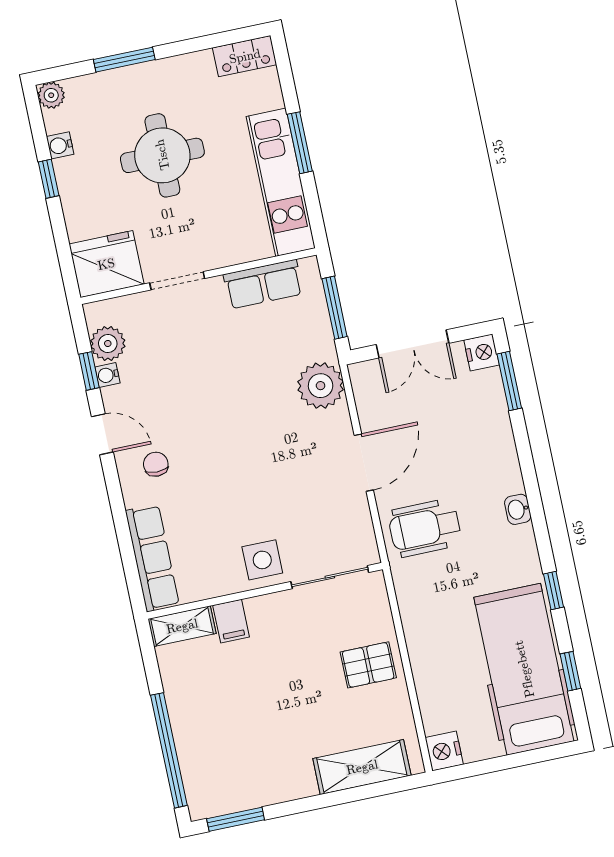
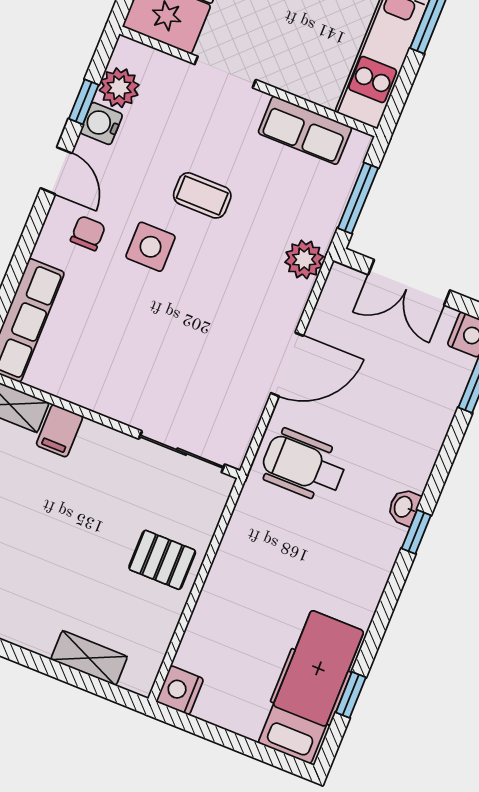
water cooler: (107, 375) -> (101, 123), width x1.38, depth x1.38
coffee table: (220, 381) -> (202, 195), added
plant: (321, 386) -> (304, 259), width x0.73, depth x0.73
side table: (262, 560) -> (151, 247), moved
window: (553, 591) -> (416, 532), moved
hospital bed: (524, 669) -> (311, 687), width x0.73, depth x0.78
shelving: (362, 767) -> (89, 658), width x0.67, depth x0.75

